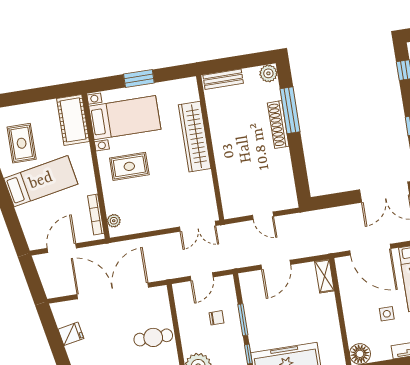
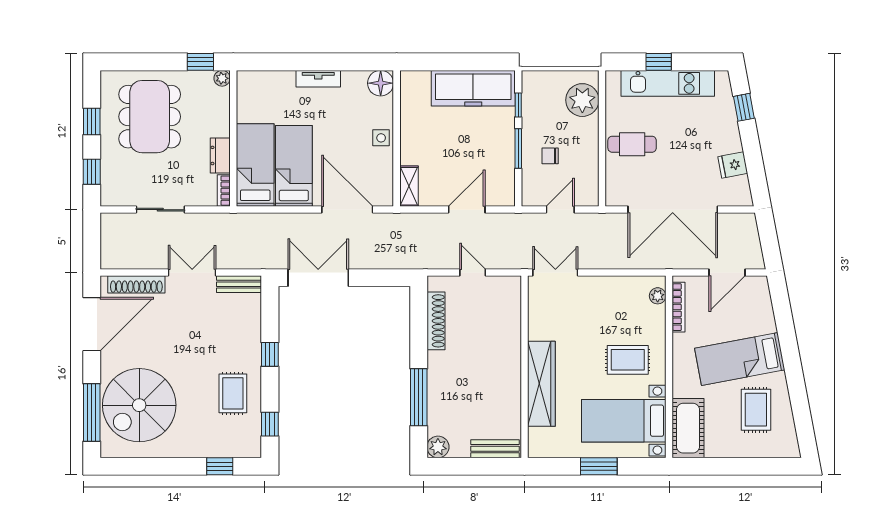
shoe rack: (278, 125) -> (436, 321), moved
side table: (387, 314) -> (381, 138), moved

